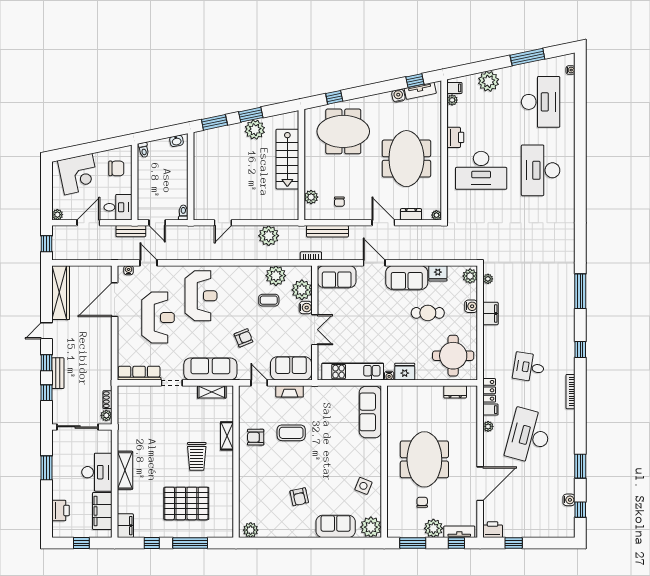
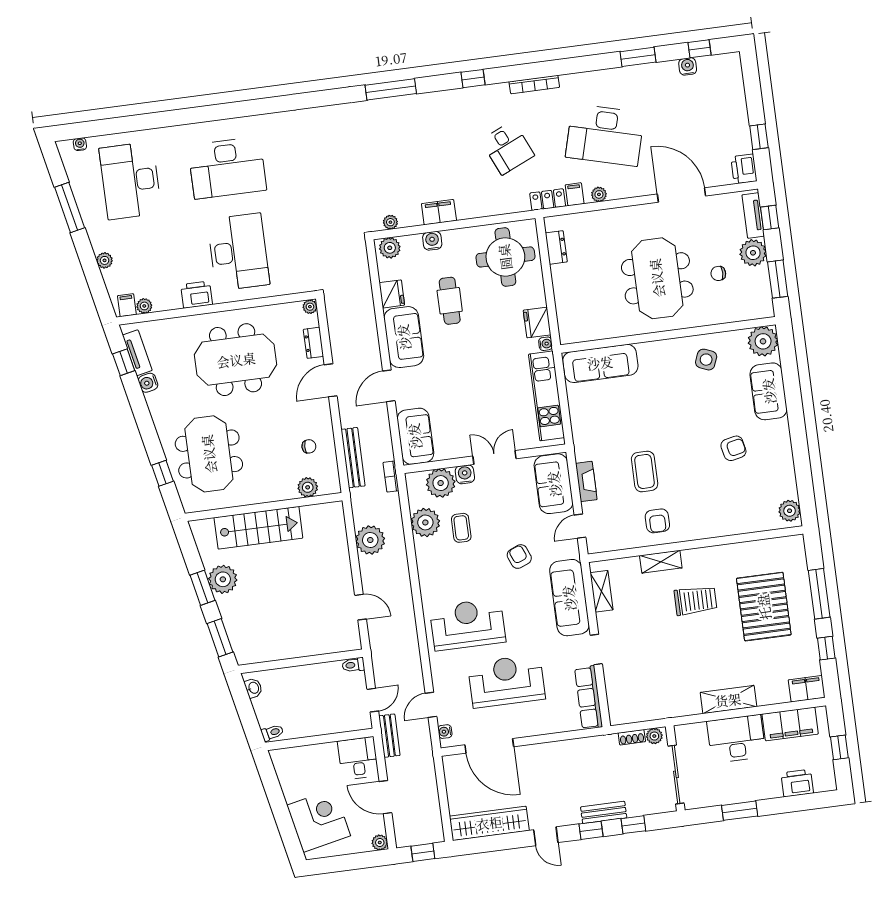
plant: (488, 81) -> (105, 260), width x0.53, depth x0.53
desk: (541, 102) -> (131, 181), turned -90
chair: (116, 168) -> (303, 768), removed
desk: (529, 367) -> (508, 148), turned -33
meeting table: (424, 459) -> (657, 278), turned 90

